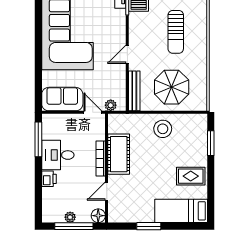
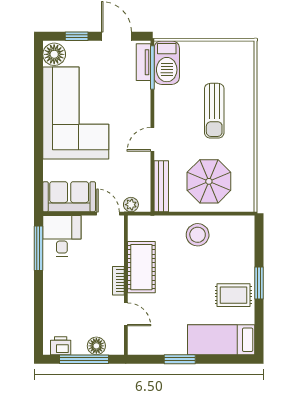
window: (211, 143) -> (259, 283), moved
desk: (58, 155) -> (62, 236), moved, turned 90
bookcase: (101, 158) -> (118, 281), width x0.64
printer: (49, 179) -> (61, 346), moved, turned -90
door: (107, 191) -> (126, 314), swing flipped
floor lamp: (98, 216) -> (96, 346), moved
plant: (70, 217) -> (79, 348), removed

